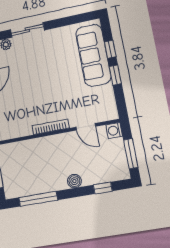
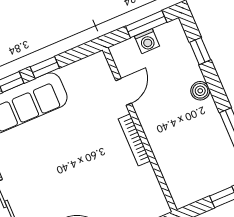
washing machine: (114, 130) -> (147, 41), moved

